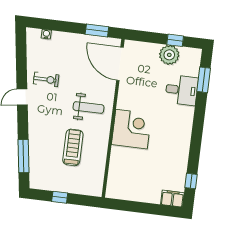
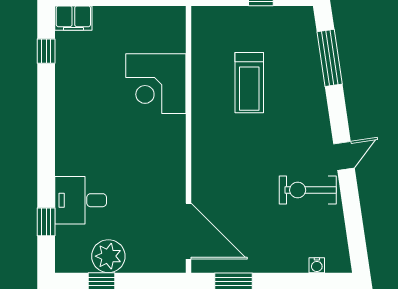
exercise bike: (46, 79) -> (308, 190), width x1.38, depth x1.39
window: (204, 80) -> (46, 222), width x0.67
weight bench: (89, 107) -> (232, 152), removed
corner desk: (131, 129) -> (156, 84), moved

